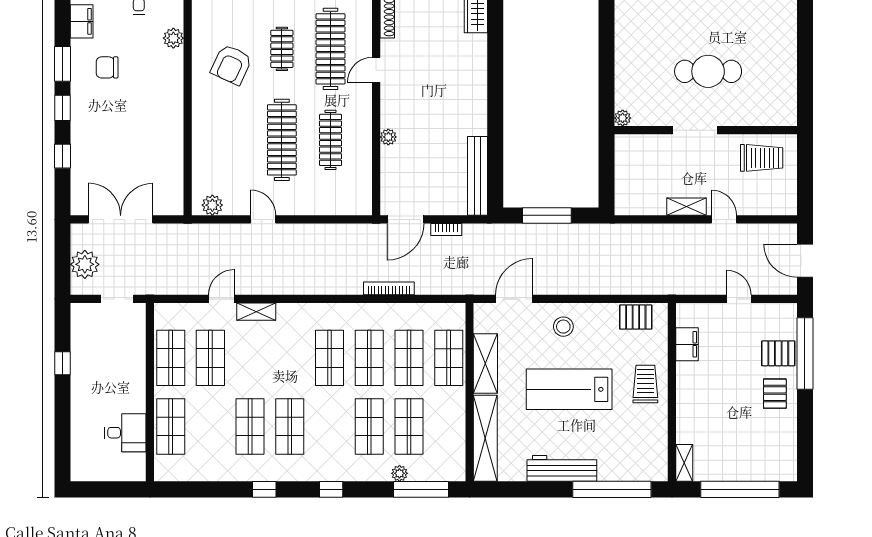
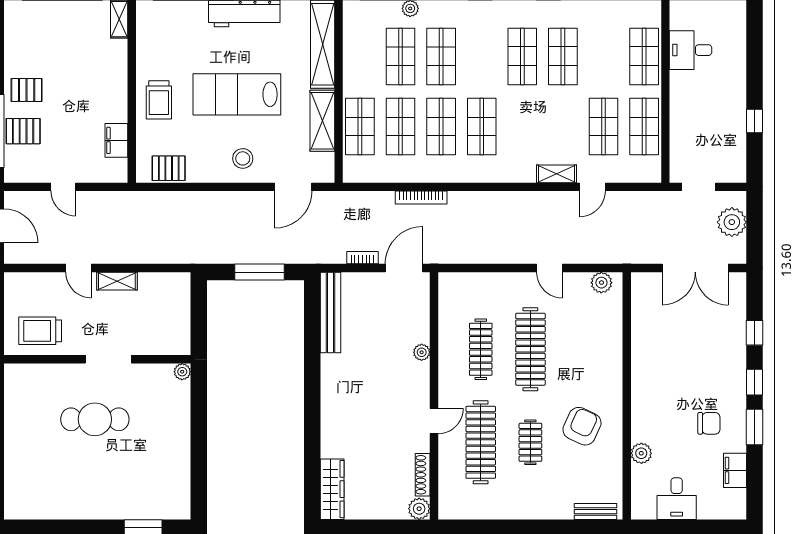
lab bench: (569, 389) -> (237, 94), turned 180
pallet: (775, 394) -> (27, 90), turned 90

